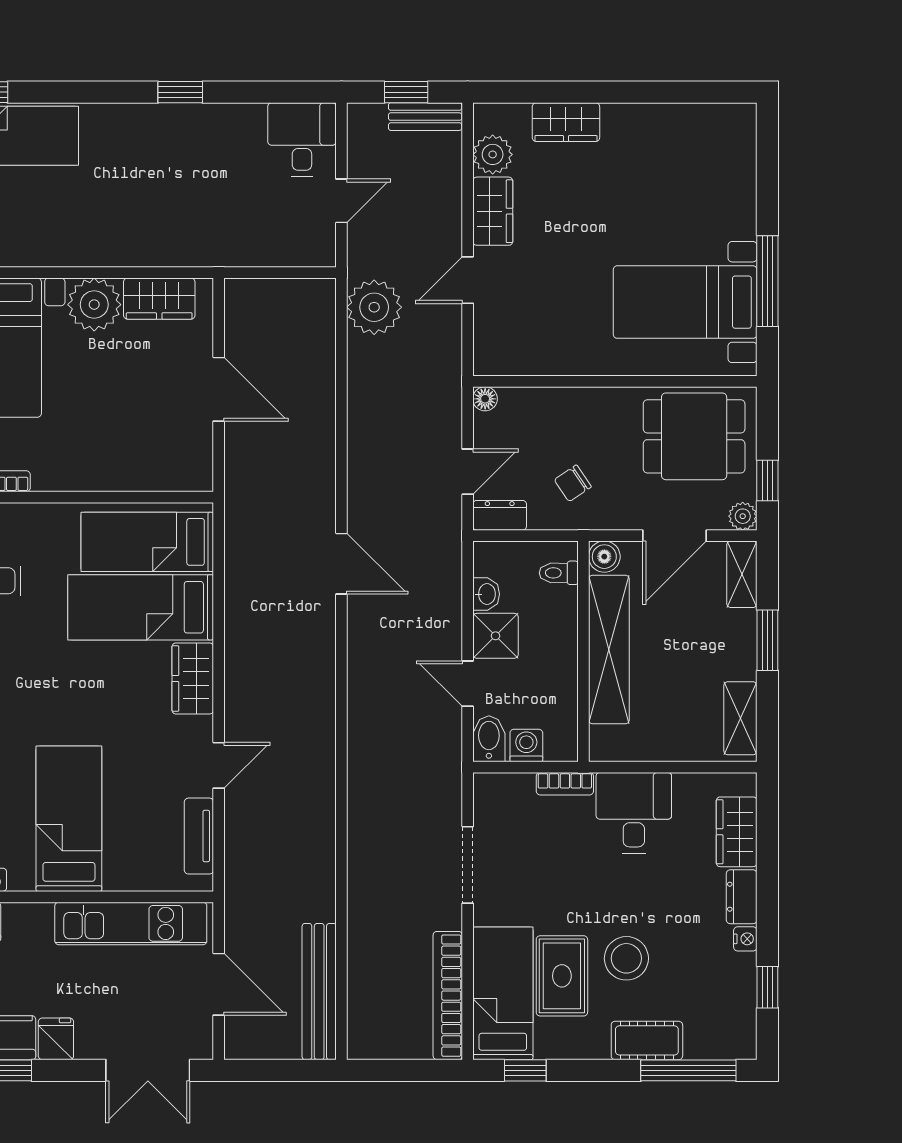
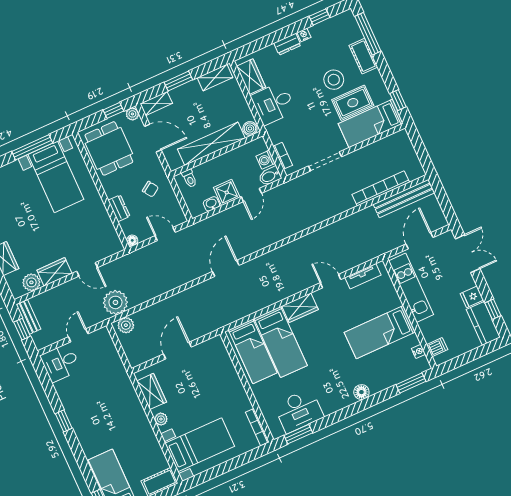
door: (341, 201) -> (78, 335), hinge flipped
plant: (94, 305) -> (161, 419), width x0.53, depth x0.53
plant: (318, 307) -> (126, 325), added
dresser: (500, 515) -> (119, 208), moved, turned 180
boiler: (604, 557) -> (250, 129), moved
bookcase: (565, 784) -> (283, 156), moved
wardrobe: (737, 832) -> (251, 77), moved, turned -90
bookcase: (448, 996) -> (381, 188), moved, turned 180

